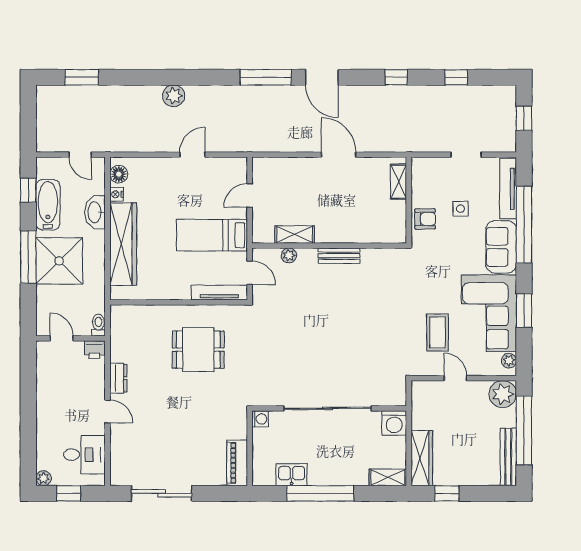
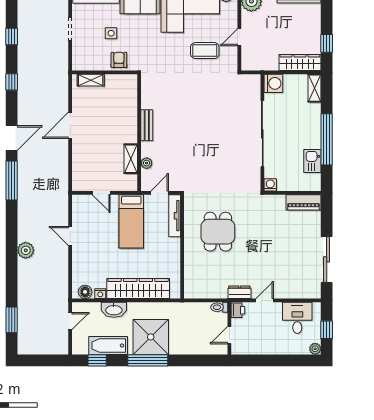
toilet: (98, 325) -> (219, 307), moved
door: (62, 338) -> (229, 335), moved
wall: (71, 338) -> (229, 328), moved
printer: (94, 350) -> (238, 310), moved

